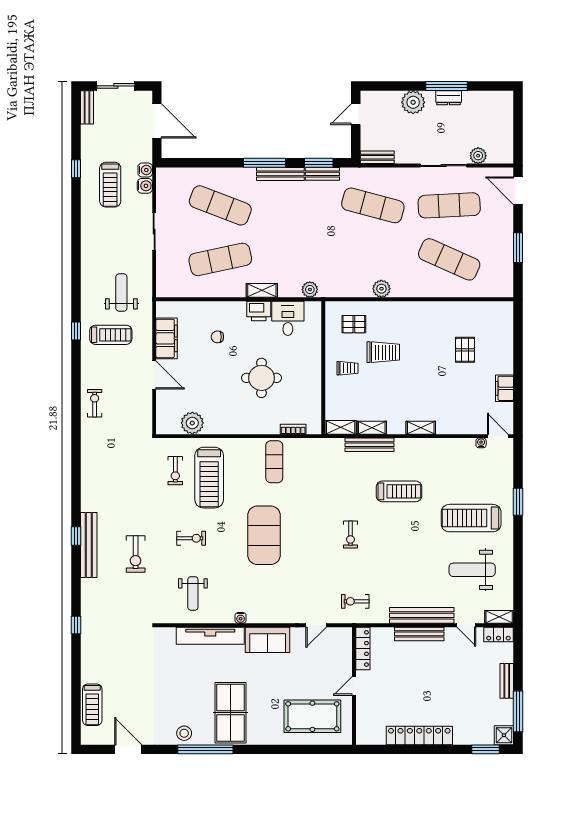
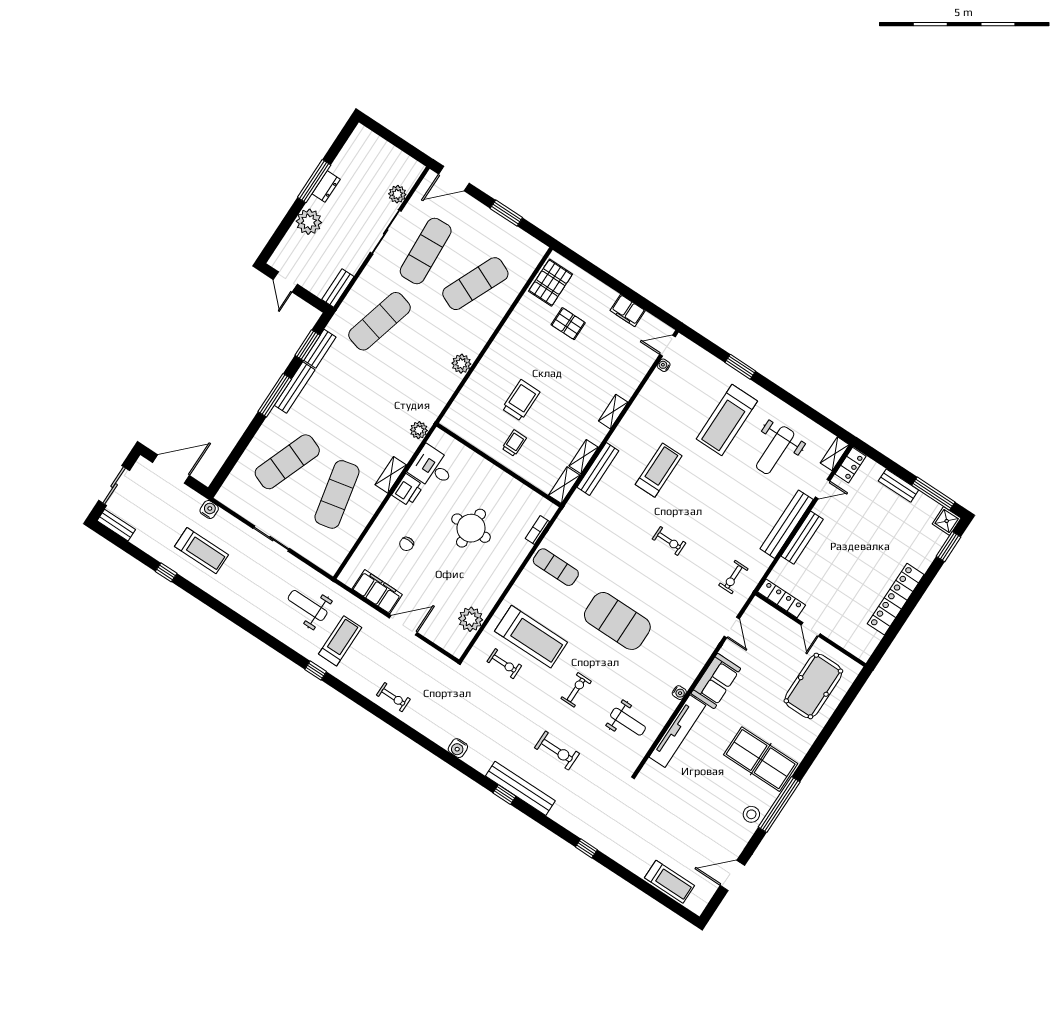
water cooler: (145, 186) -> (458, 748), moved, turned 180
pallet: (354, 324) -> (551, 283), moved, width x1.50, depth x1.42
exercise bike: (95, 403) -> (393, 697), turned 180

